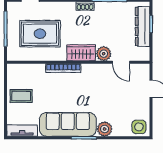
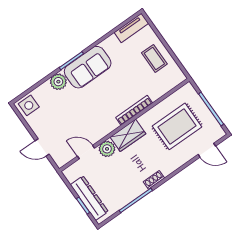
coffee table: (21, 96) -> (154, 58), turned 90
sofa: (68, 124) -> (88, 67), width x0.73

